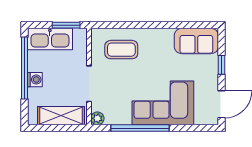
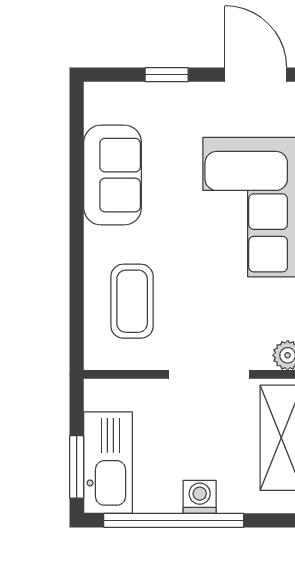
window: (66, 25) -> (77, 467), moved
sofa: (196, 41) -> (113, 175), moved

